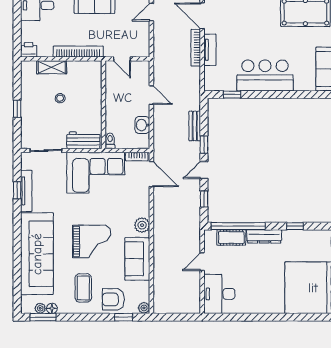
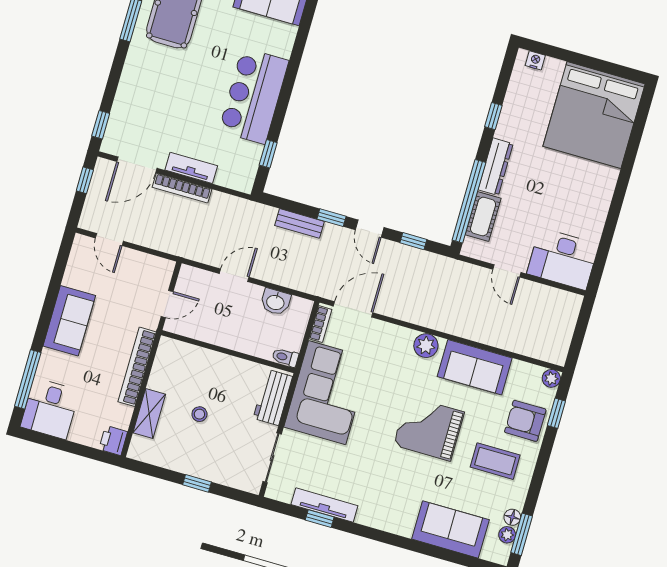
grand piano: (92, 242) -> (429, 429), turned -90
sofa: (37, 254) -> (450, 529), width x0.54, depth x0.79
armchair: (113, 299) -> (525, 421), turned 90

